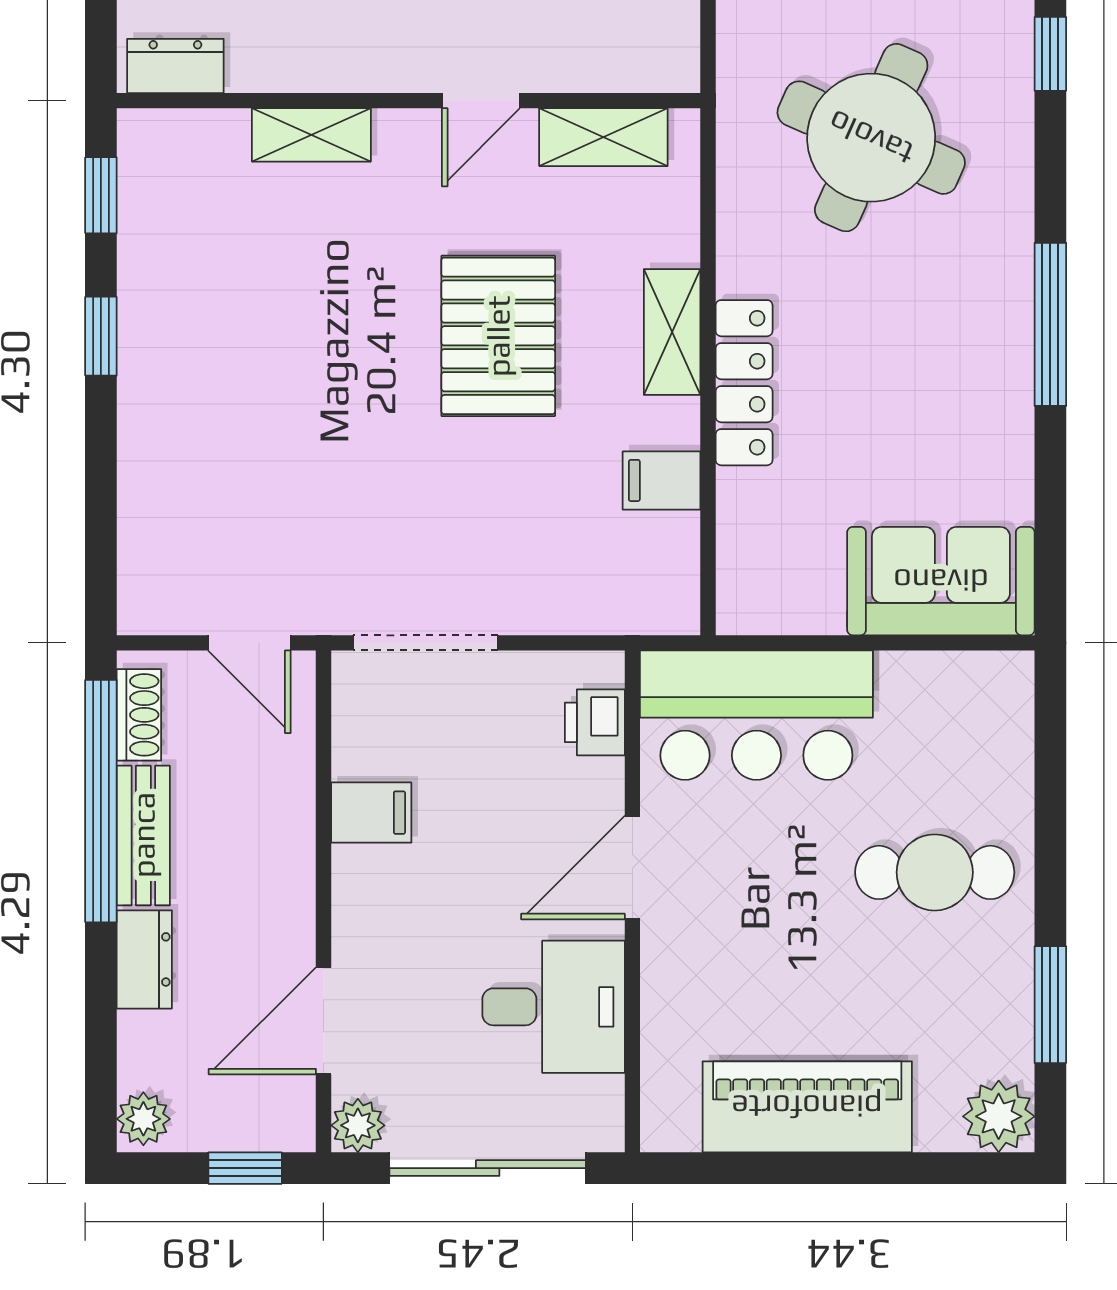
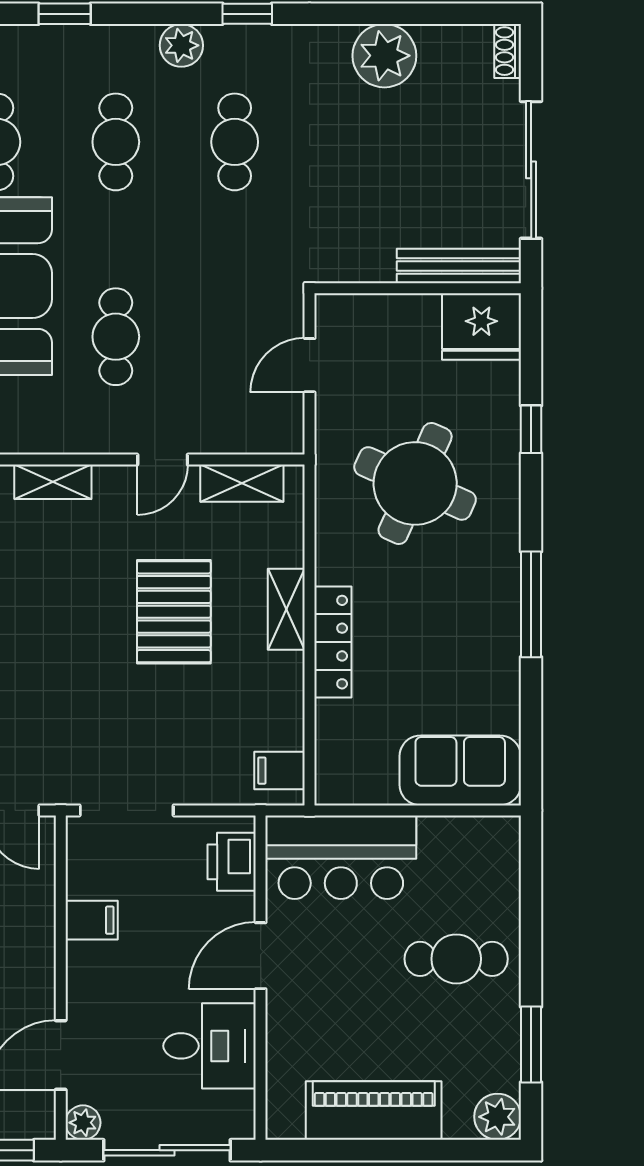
filing cabinet: (662, 480) -> (279, 771), moved
printer: (595, 722) -> (232, 862), width x1.36, depth x1.24

